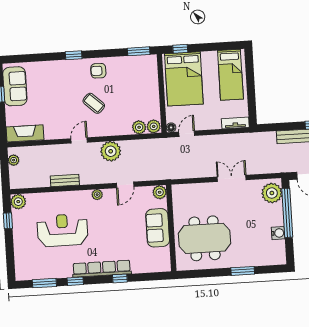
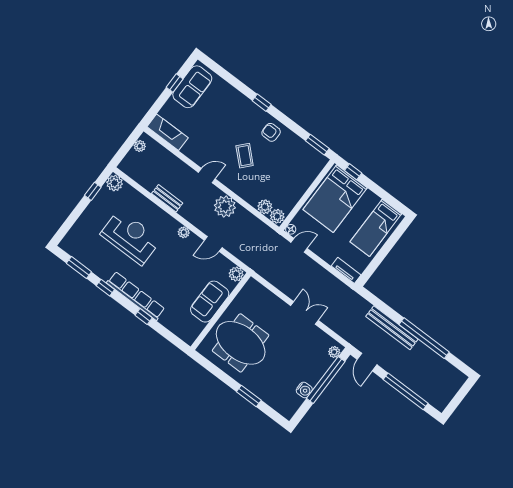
plant: (272, 193) -> (334, 352), width x0.53, depth x0.53

